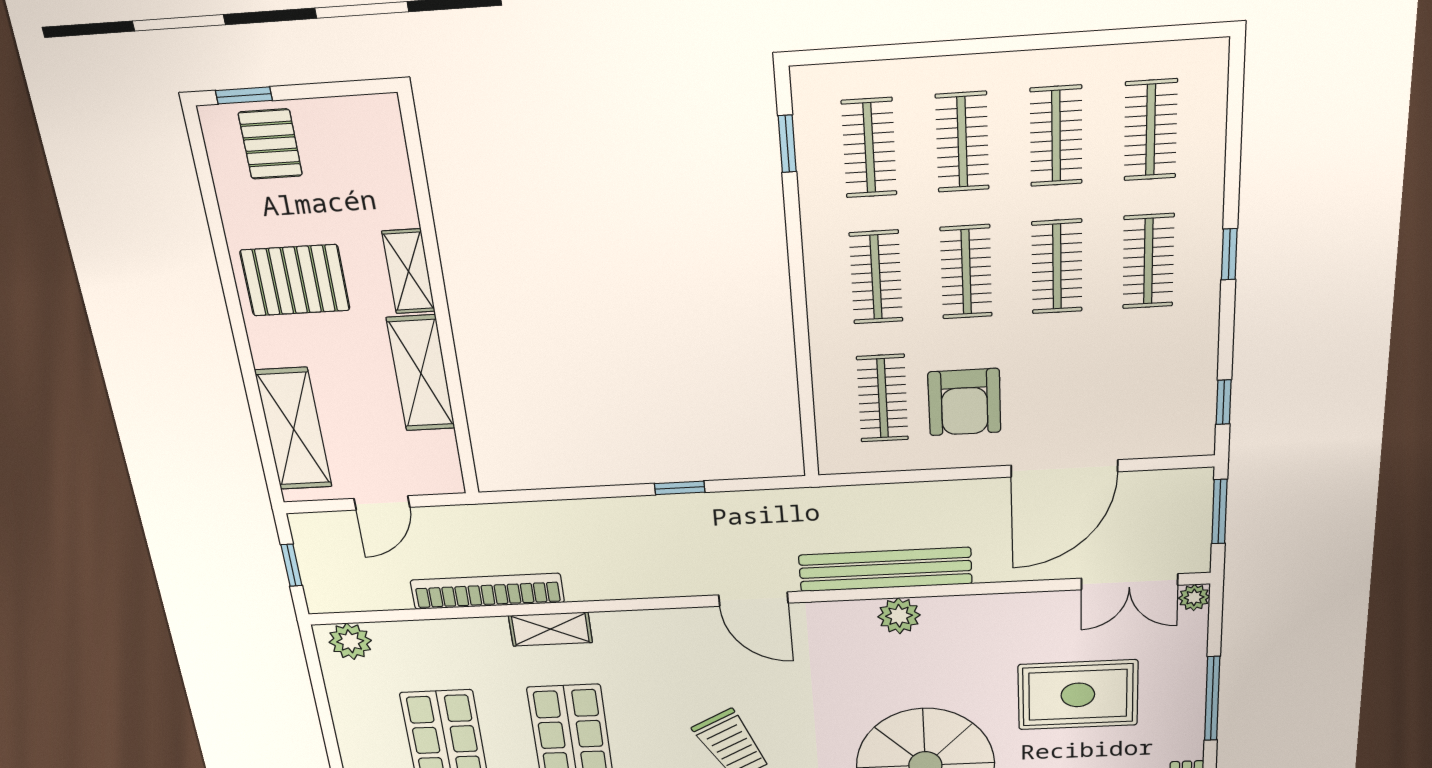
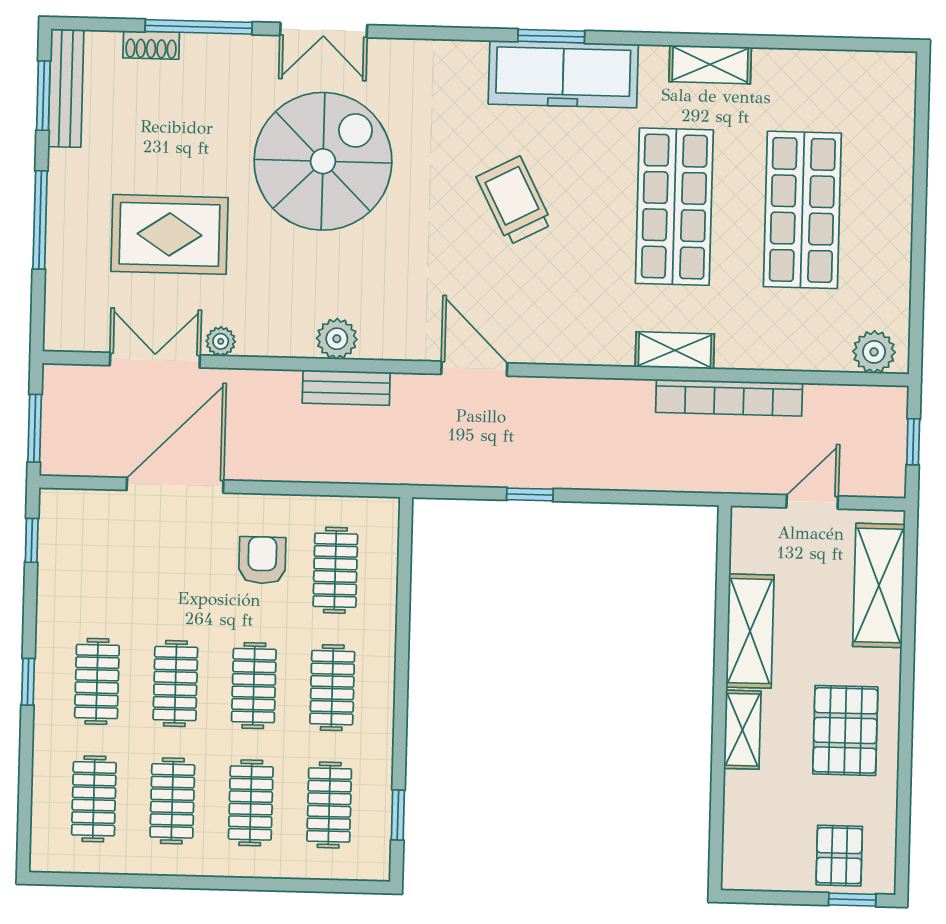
pallet: (295, 280) -> (845, 730), turned 90
armchair: (964, 402) -> (262, 560), width x0.72, depth x0.72
bench: (885, 569) -> (346, 388), width x0.54, depth x0.82
double door: (1129, 582) -> (155, 360), moved
plant: (1194, 597) -> (221, 341), moved

